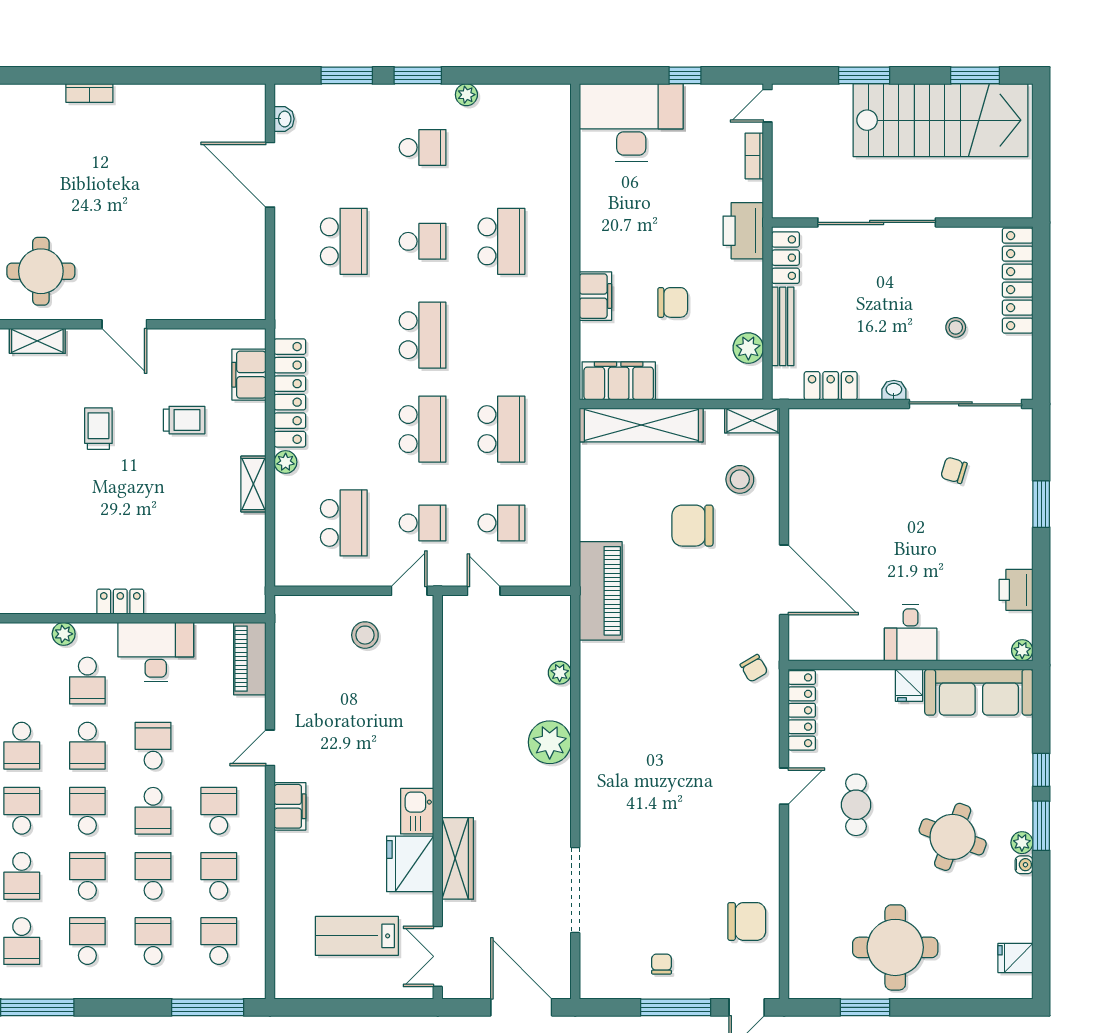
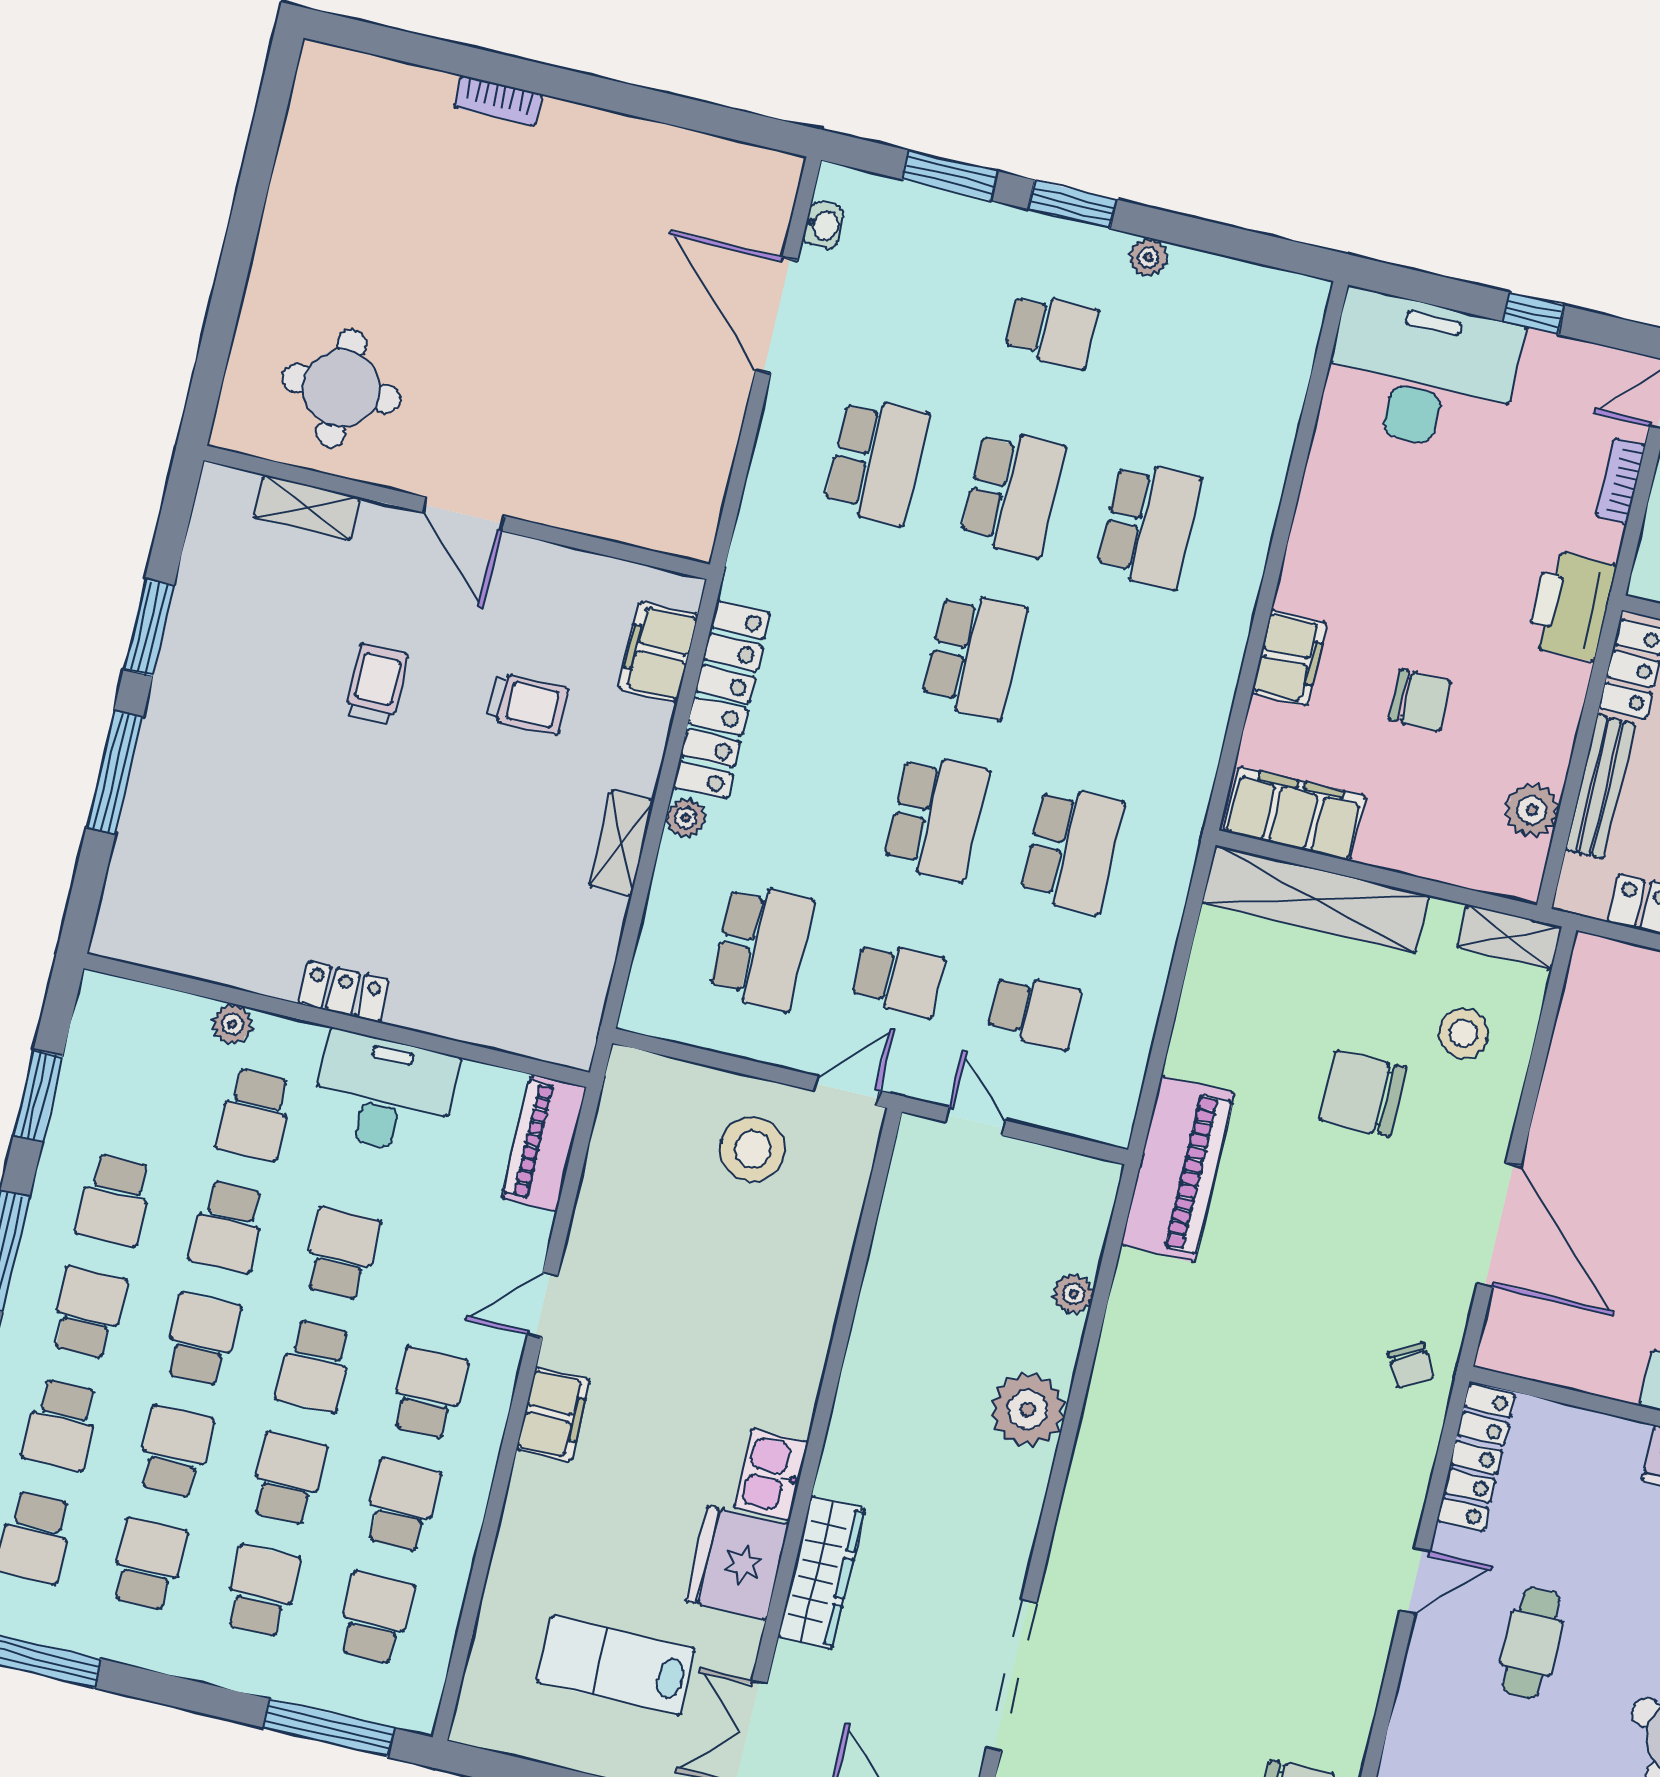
school desk: (423, 241) -> (1013, 493), width x1.85
stool: (365, 635) -> (753, 1149), width x1.38, depth x1.38

